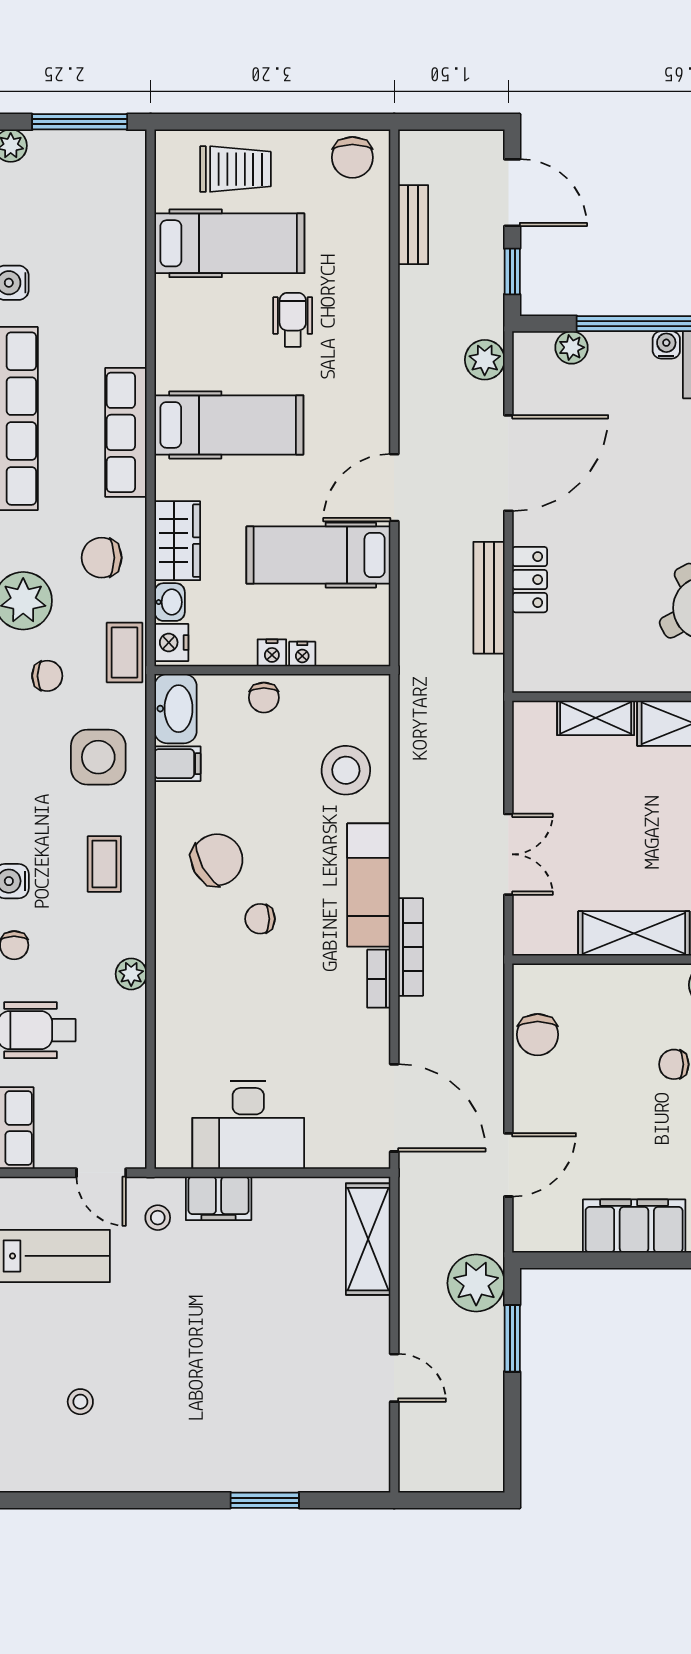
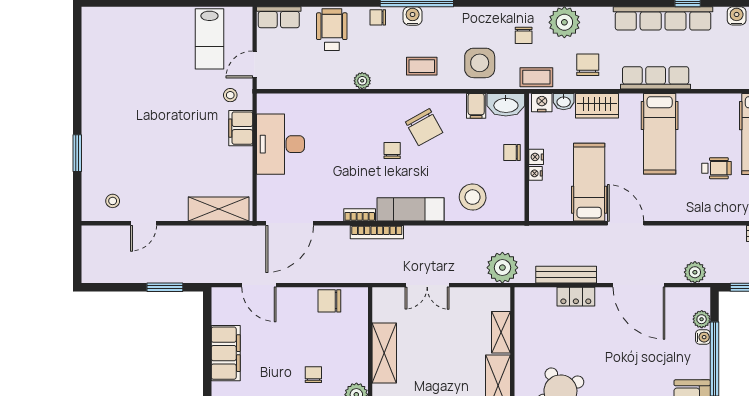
water cooler: (666, 345) -> (703, 337), moved
plant: (476, 1283) -> (502, 268), moved
stool: (80, 1402) -> (113, 201), moved

